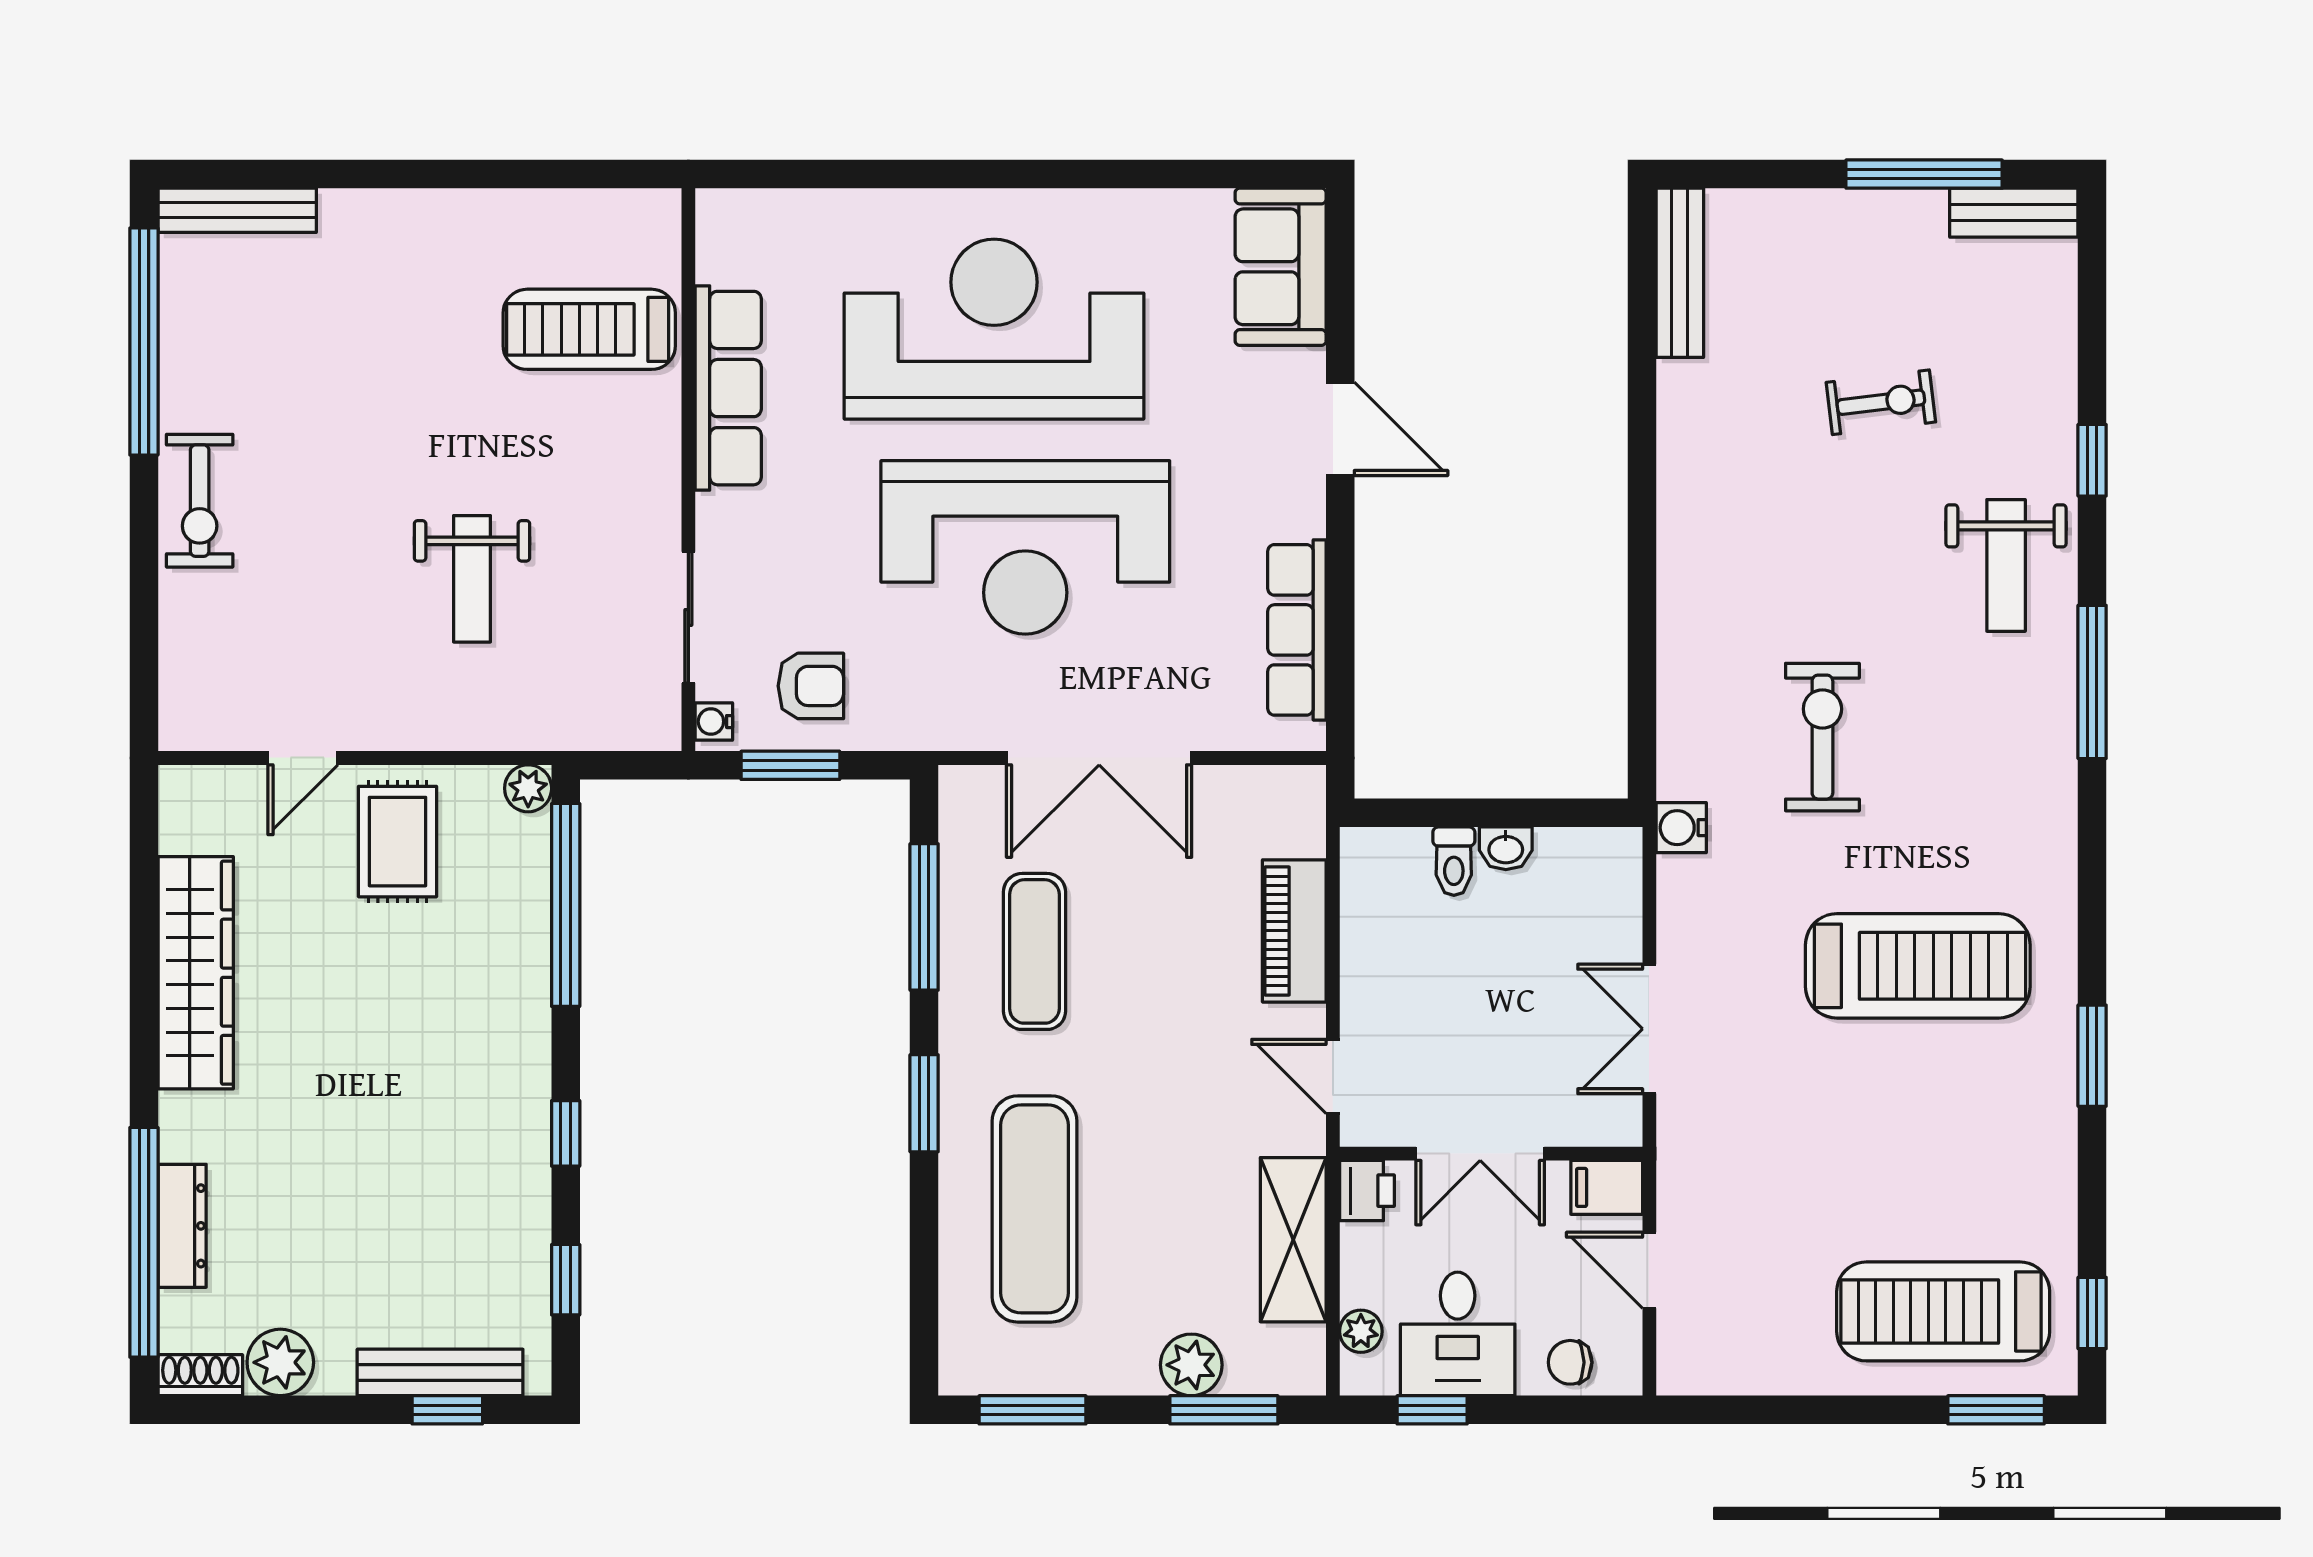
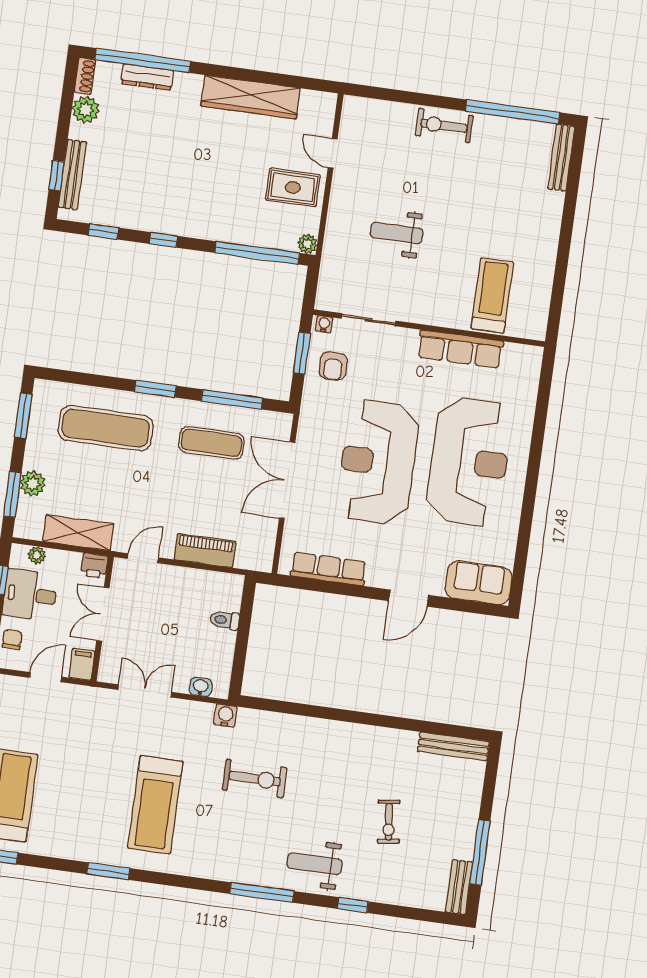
washbasin: (1506, 848) -> (201, 687), moved, turned 90

